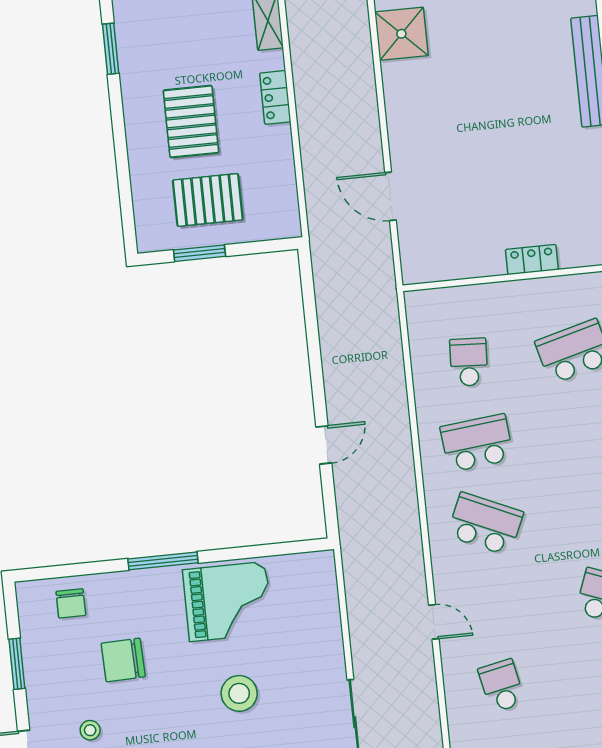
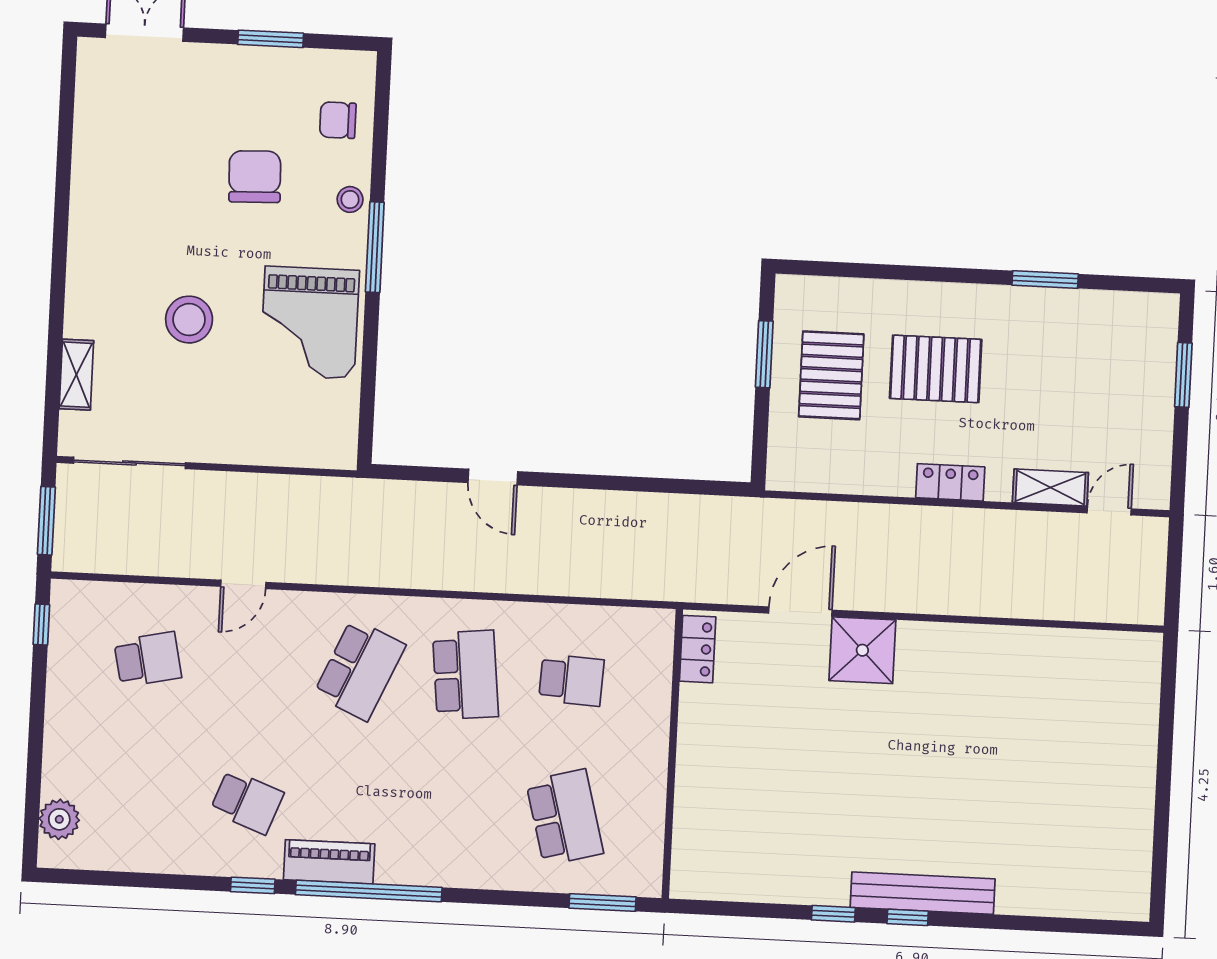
shower: (401, 34) -> (862, 650), moved
locker: (532, 260) -> (698, 649), moved
stool: (90, 730) -> (350, 199), moved

